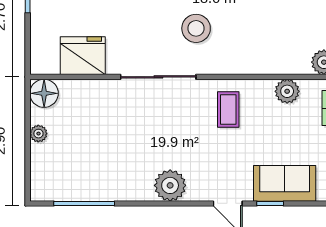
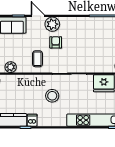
armchair: (188, 145) -> (56, 42), added
plant: (170, 185) -> (52, 24), moved

